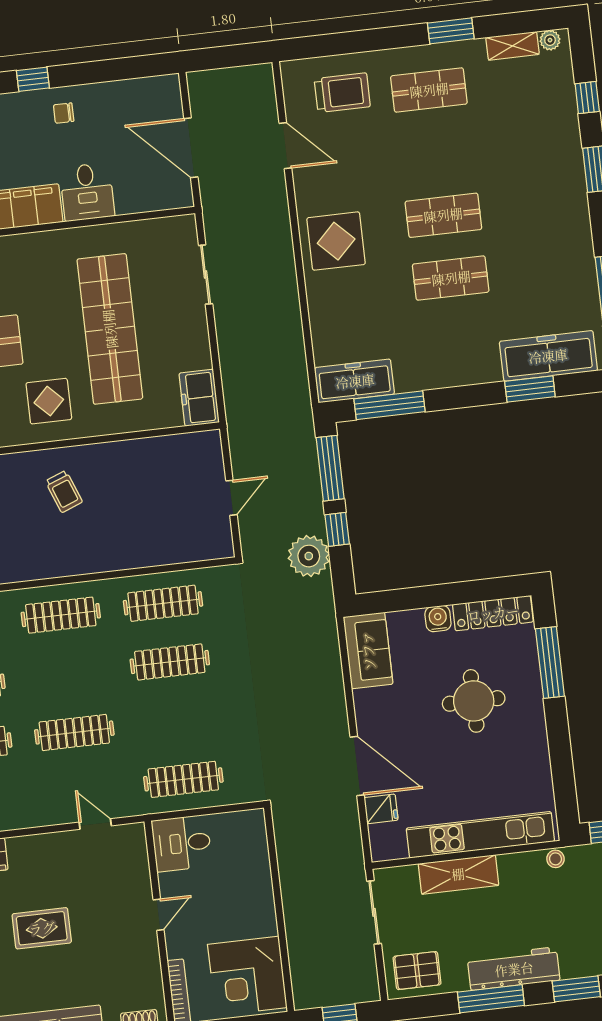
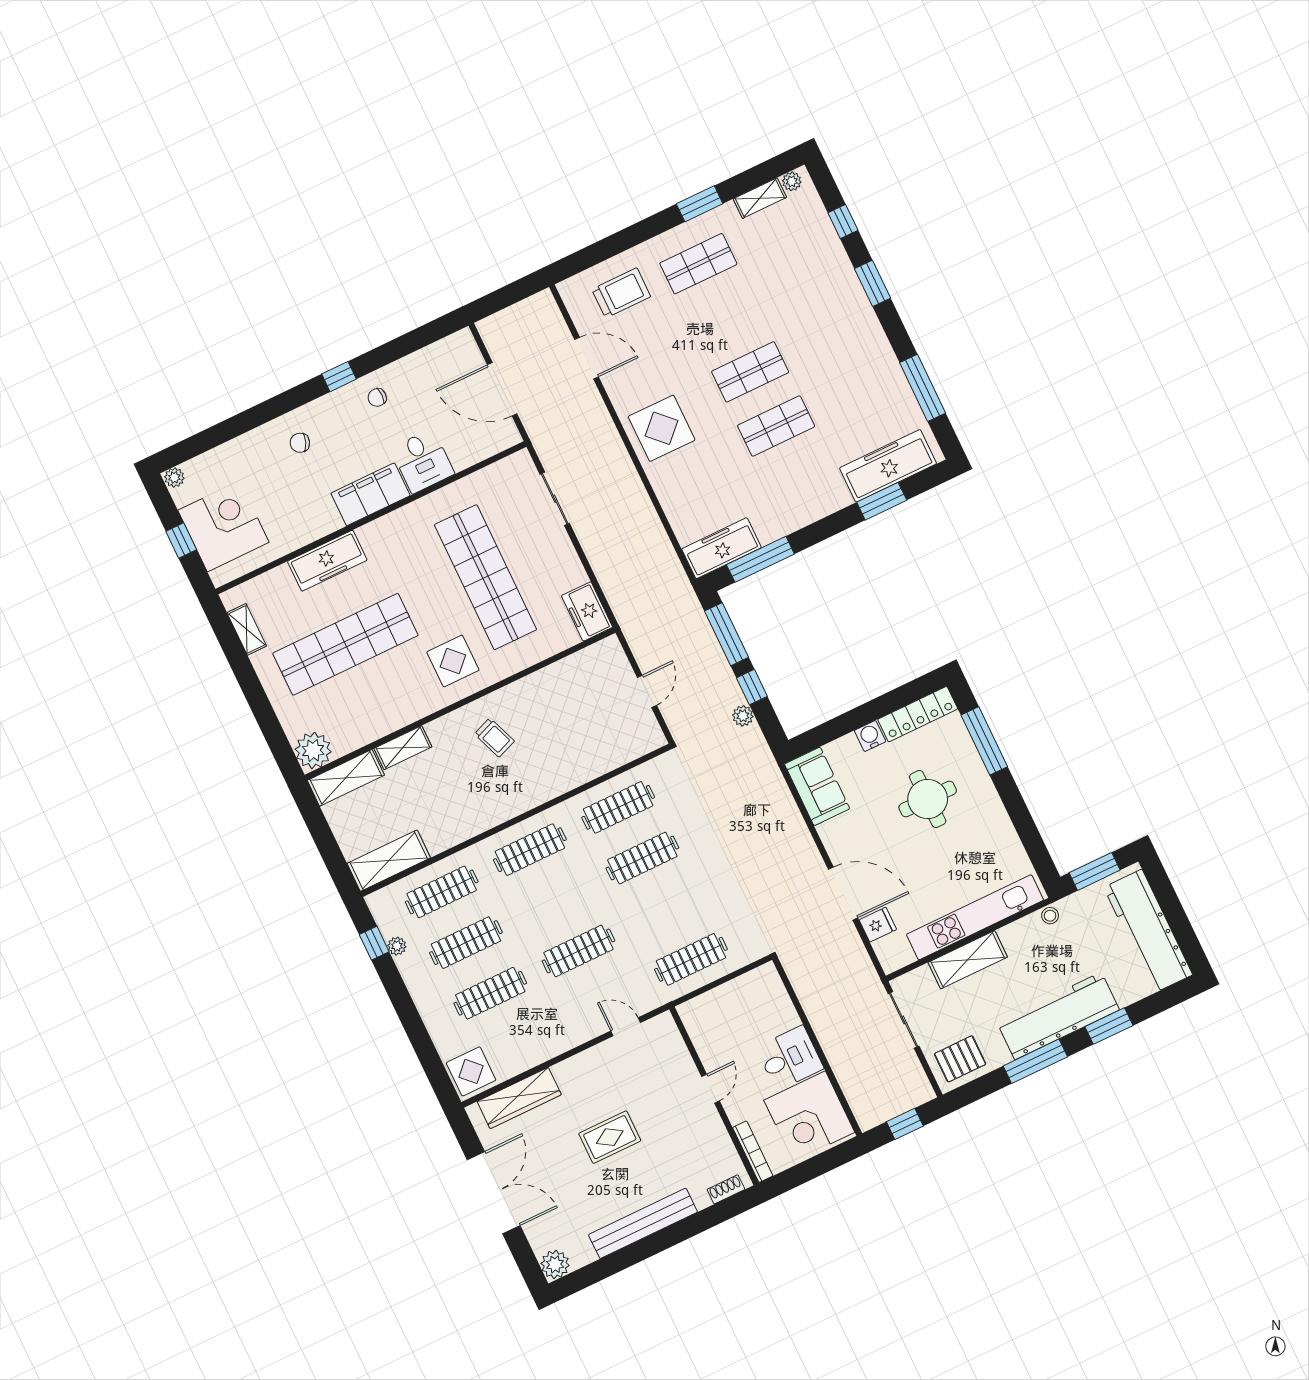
plant: (309, 556) -> (743, 716), width x0.53, depth x0.53
desk: (182, 843) -> (790, 1058), moved, turned 180
workbench: (514, 969) -> (1058, 1016), width x1.36, depth x1.32

